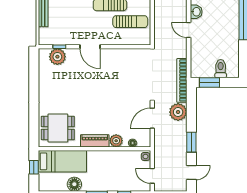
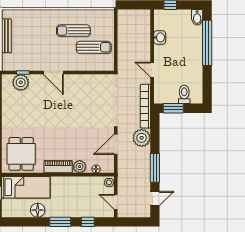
door: (189, 30) -> (152, 70), moved
dining table: (58, 128) -> (21, 154), turned 90
window: (191, 142) -> (155, 168), width x1.44

